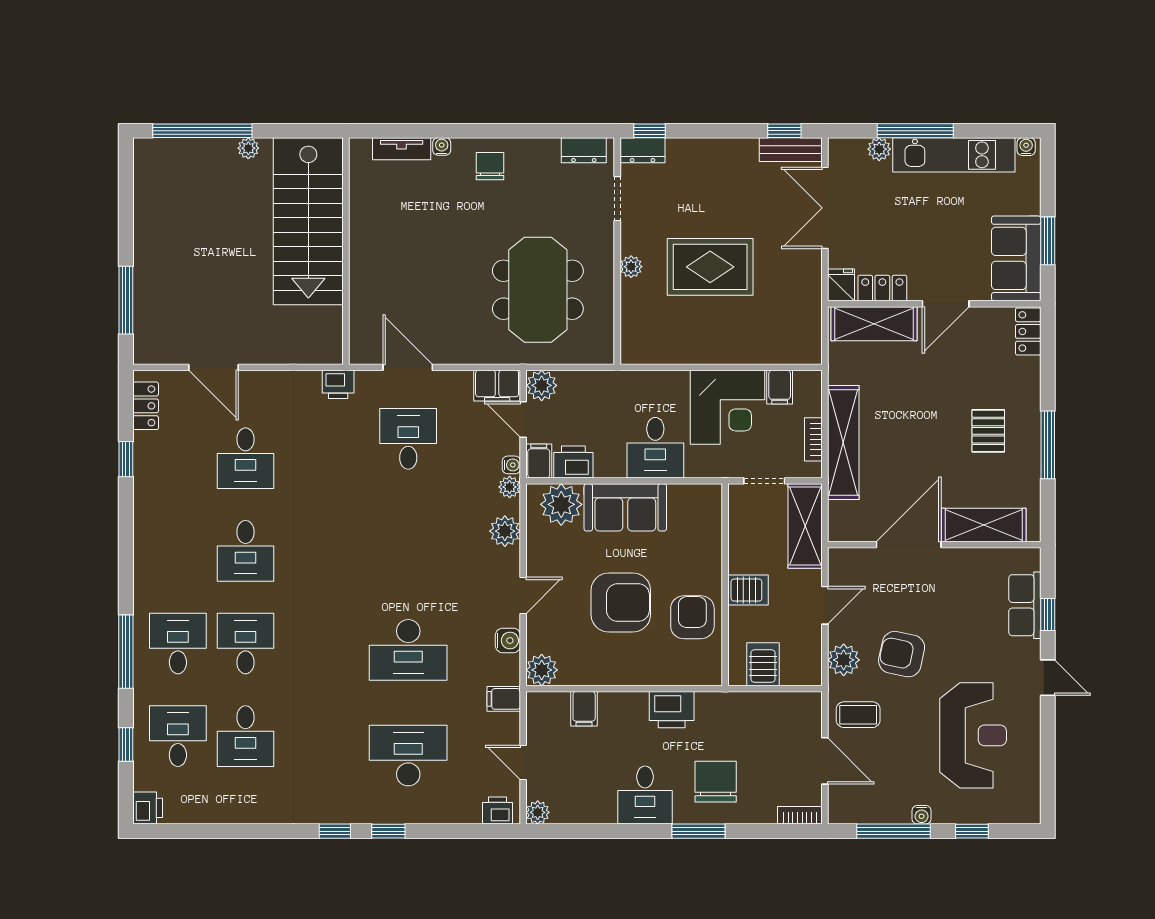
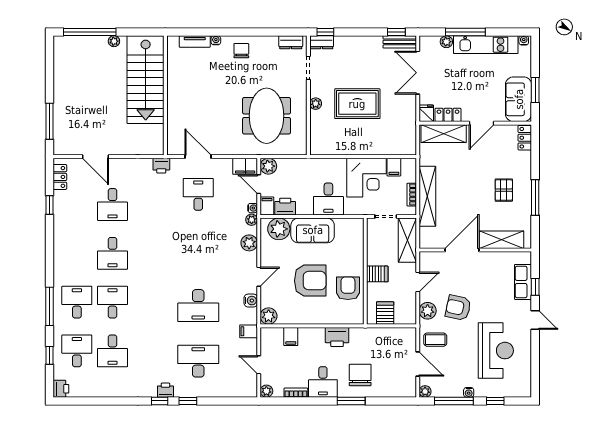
printer: (497, 811) -> (165, 390), moved
plant: (839, 813) -> (425, 391), added
bookcase: (800, 815) -> (296, 393), moved

